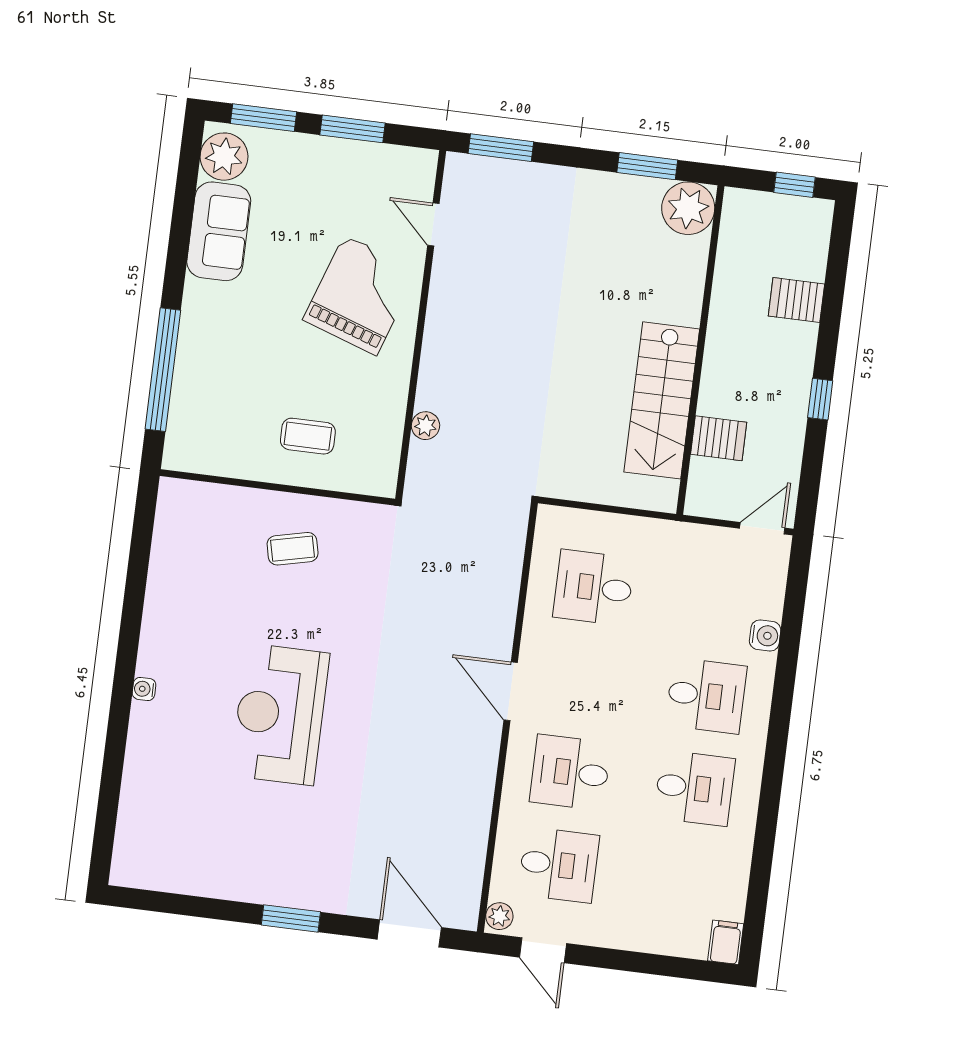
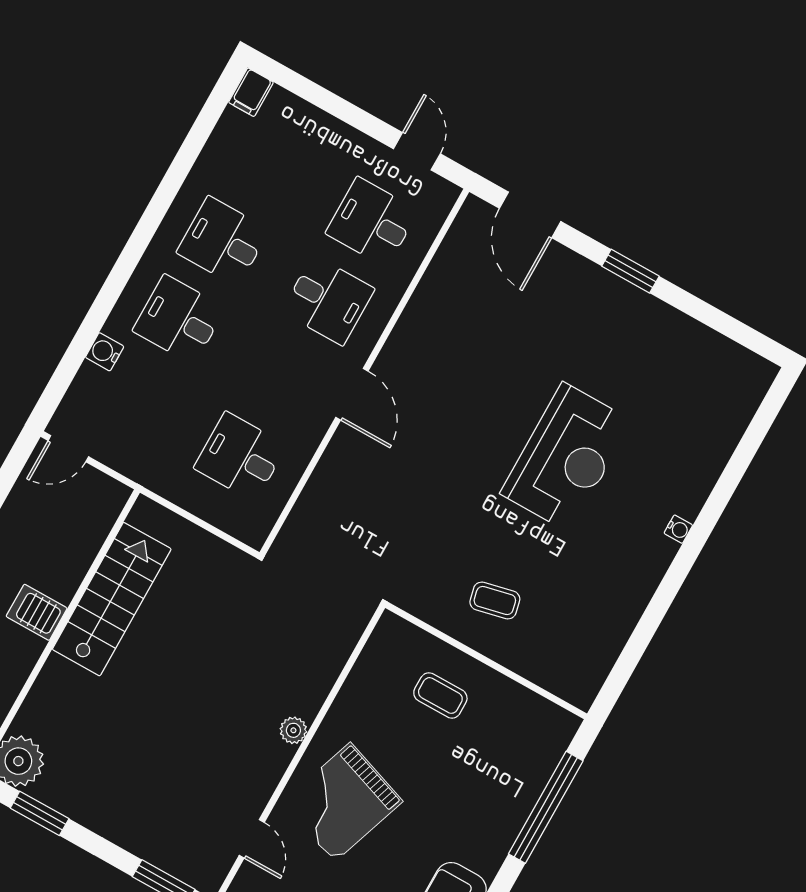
plant: (425, 426) -> (293, 730), moved
server rack: (719, 438) -> (37, 612), moved
desk: (594, 588) -> (240, 457), turned 180
plant: (499, 916) -> (443, 198), removed

